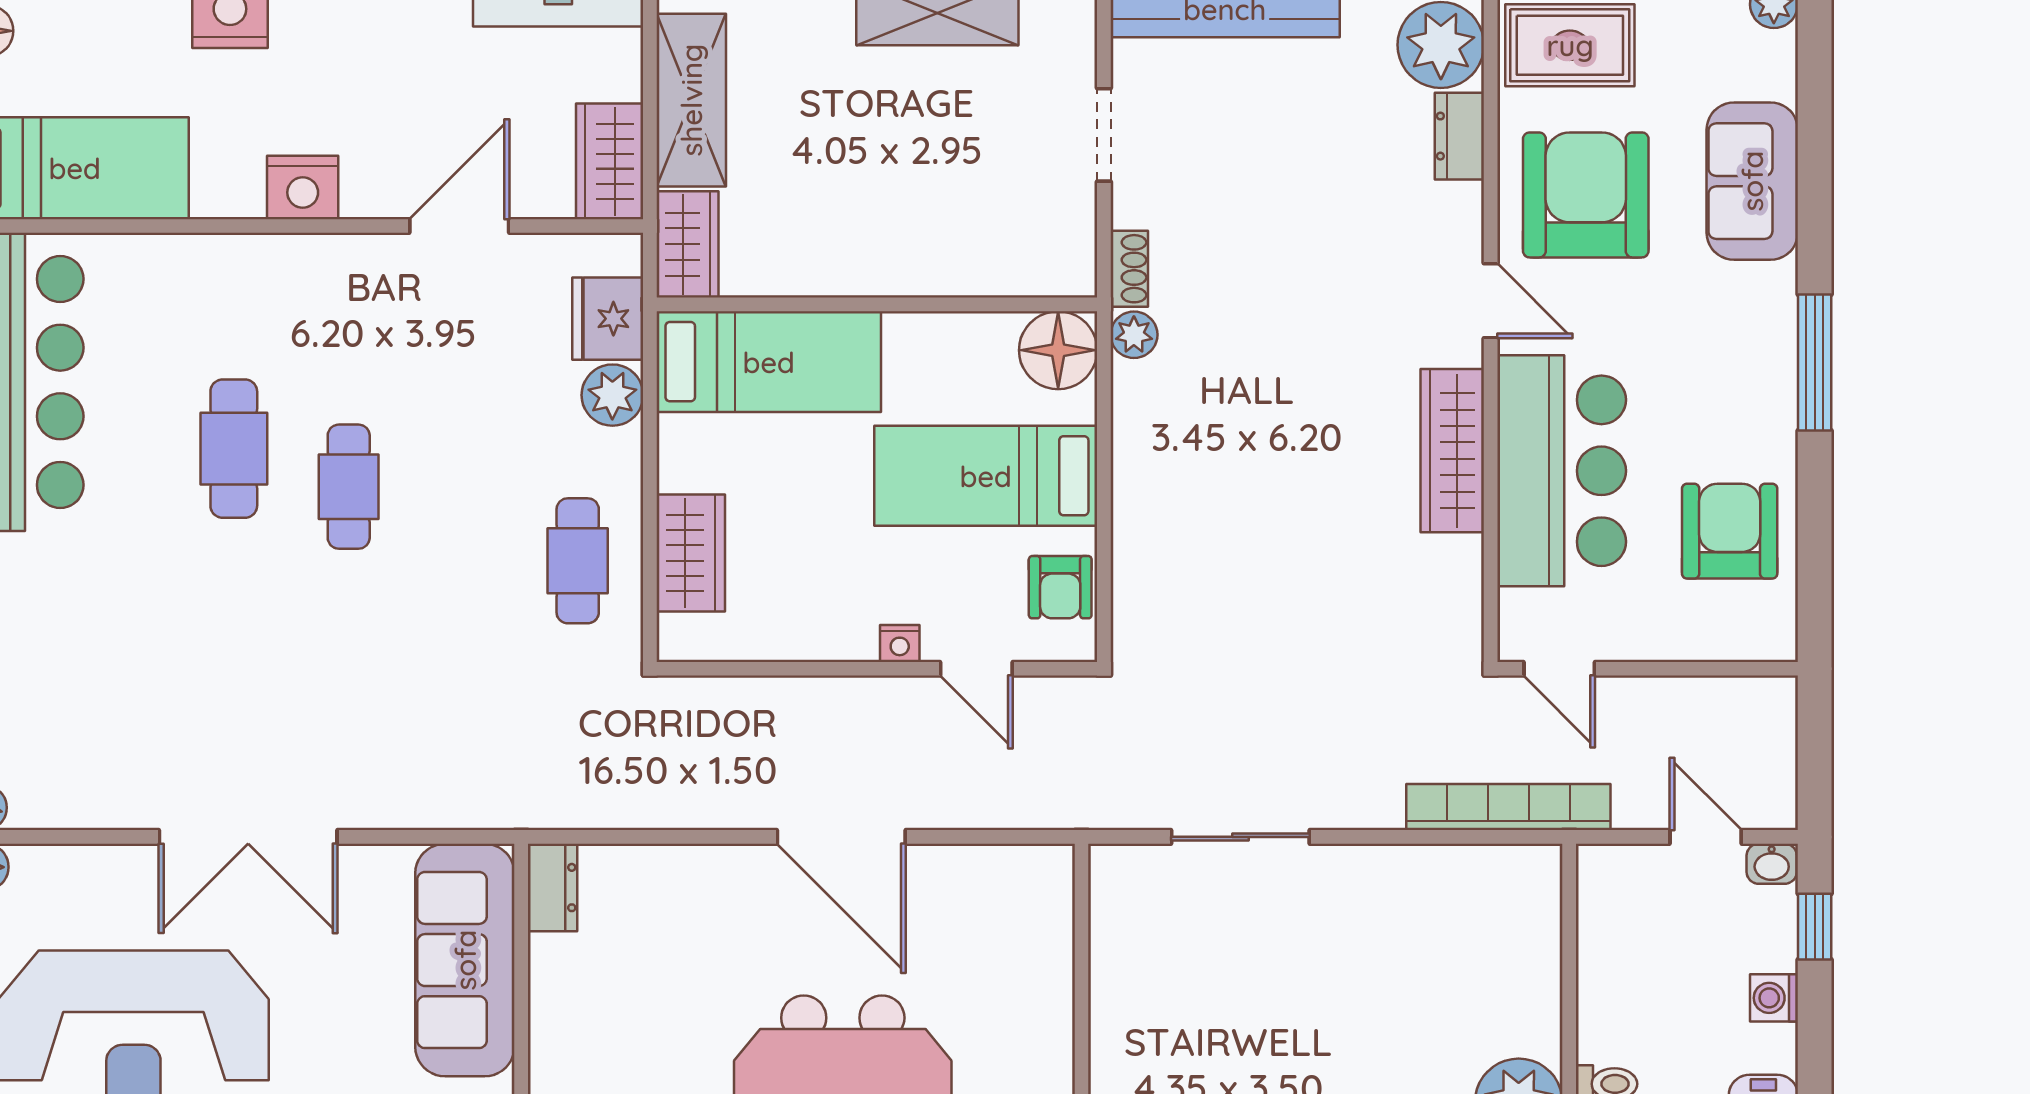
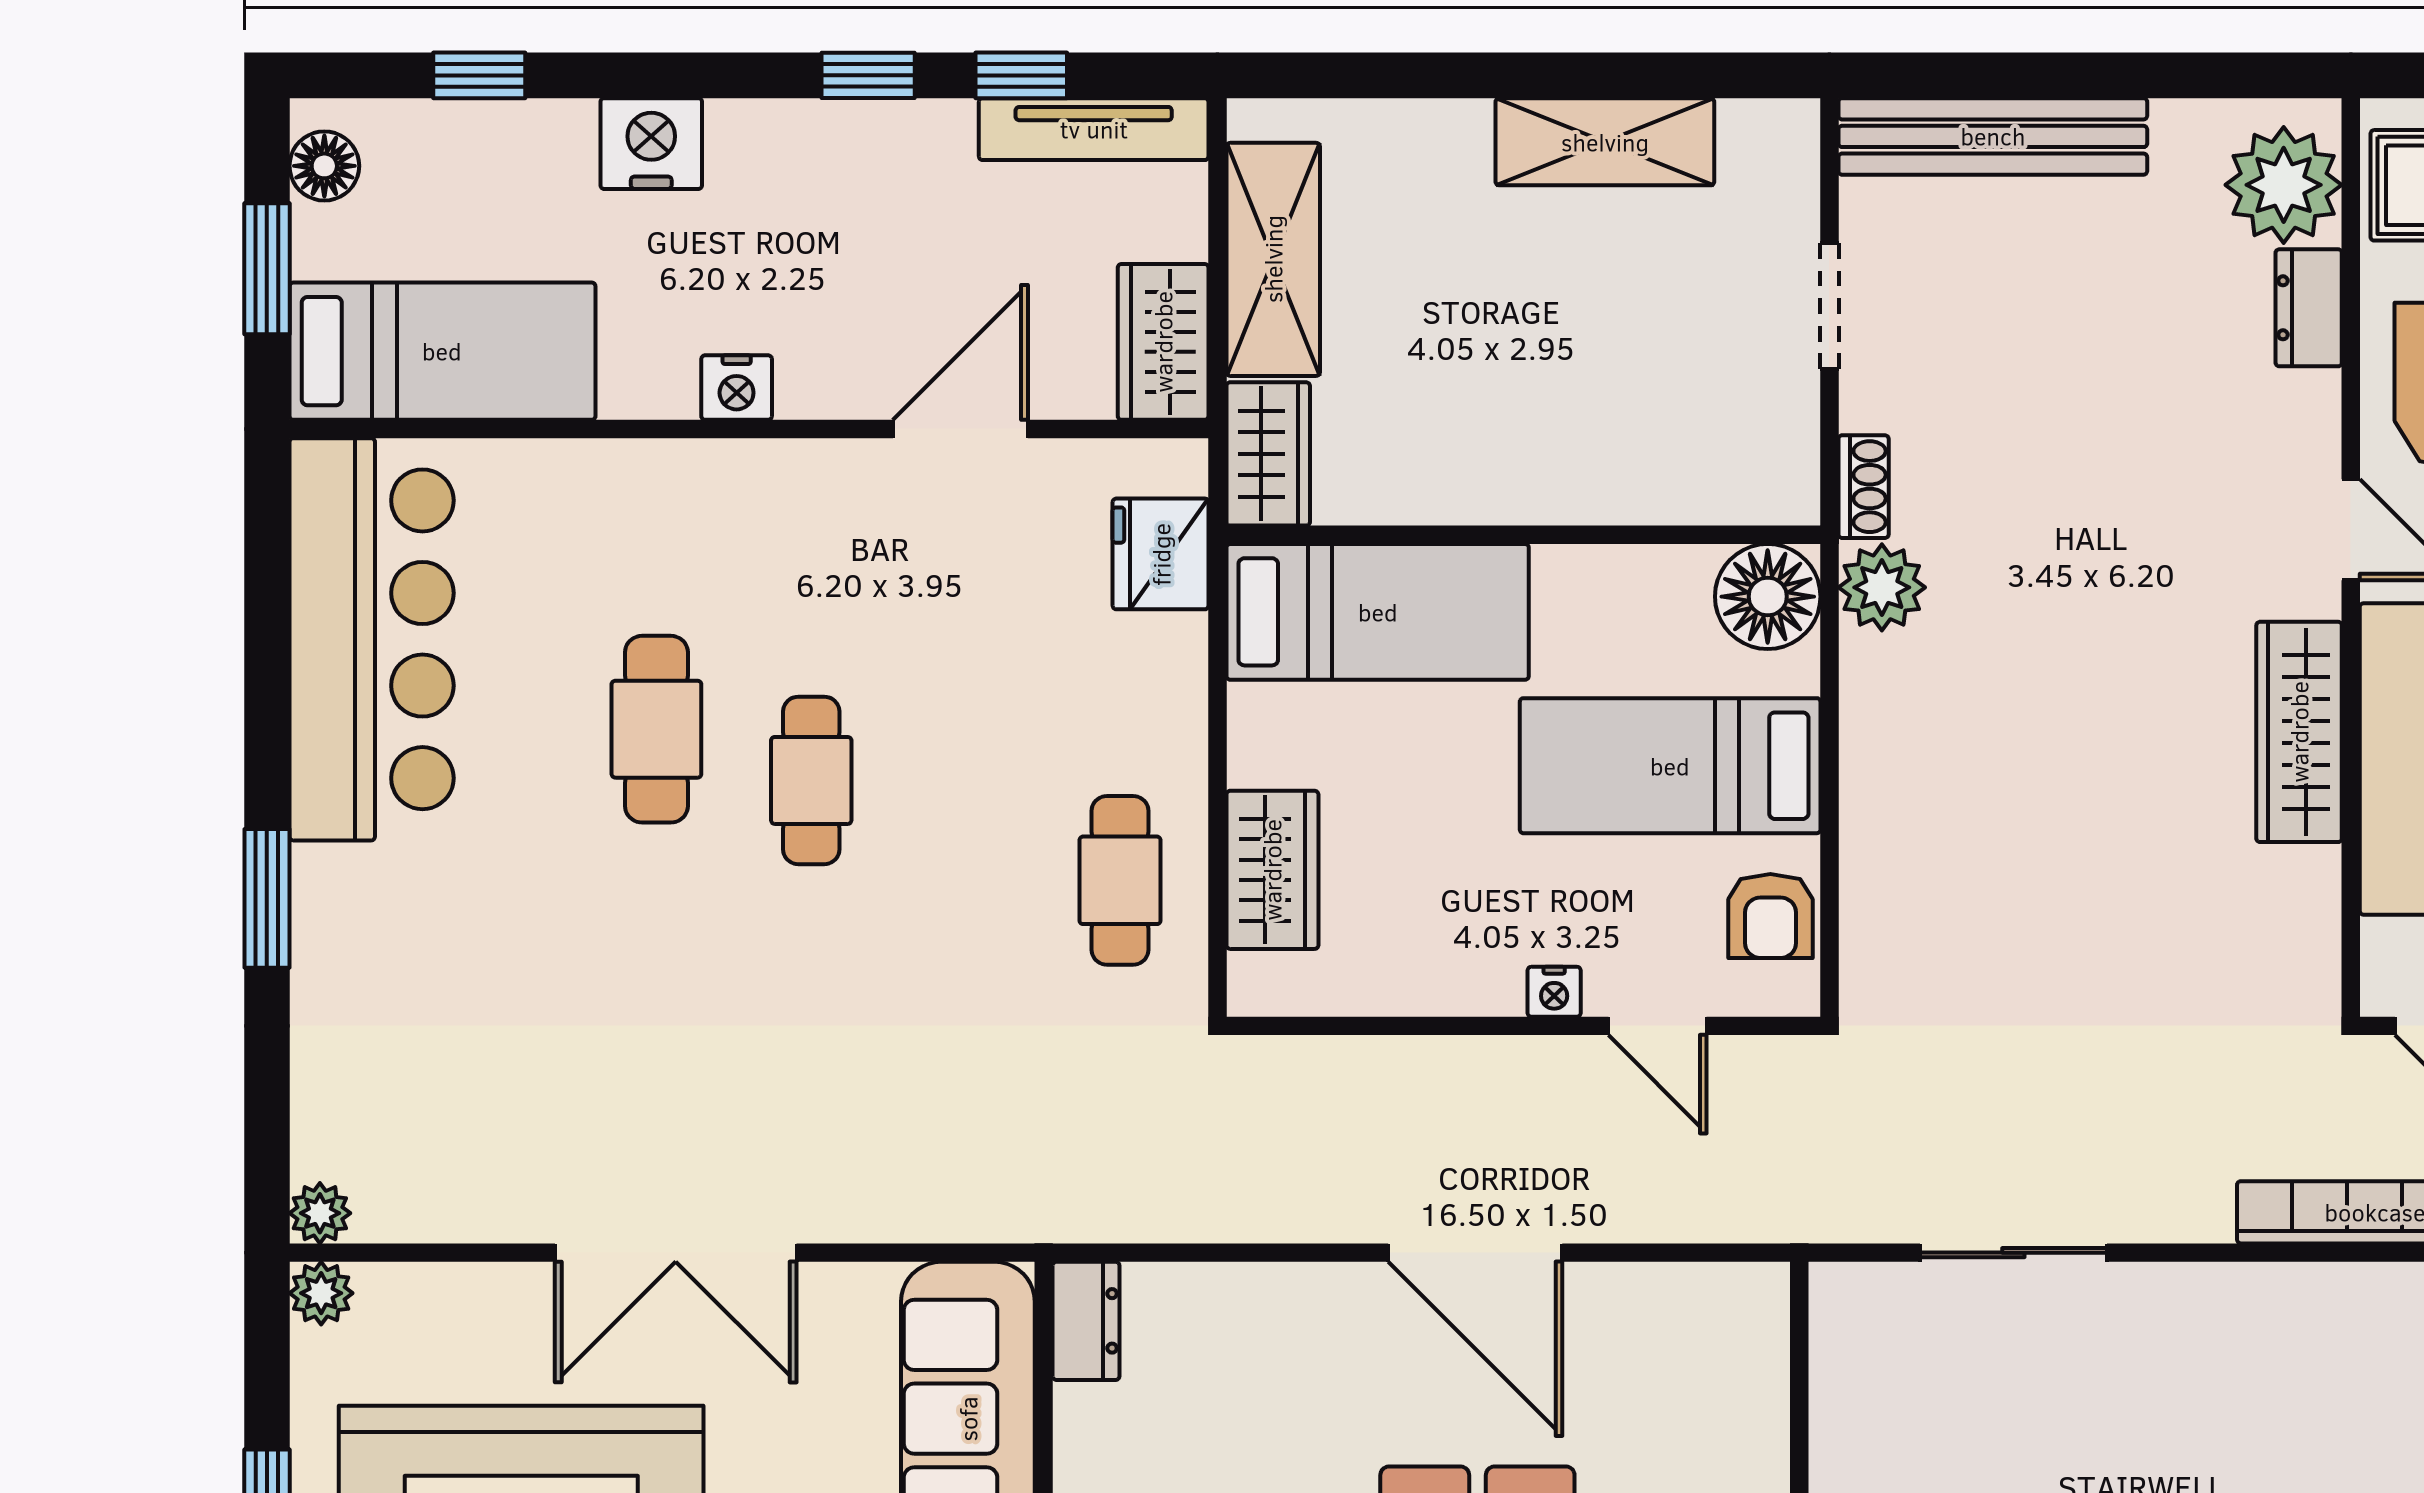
nightstand: (303, 187) -> (737, 388), width x0.74, depth x0.75
plant: (1134, 335) -> (1882, 587), width x1.38, depth x1.38
plant: (612, 395) -> (1167, 657), removed

